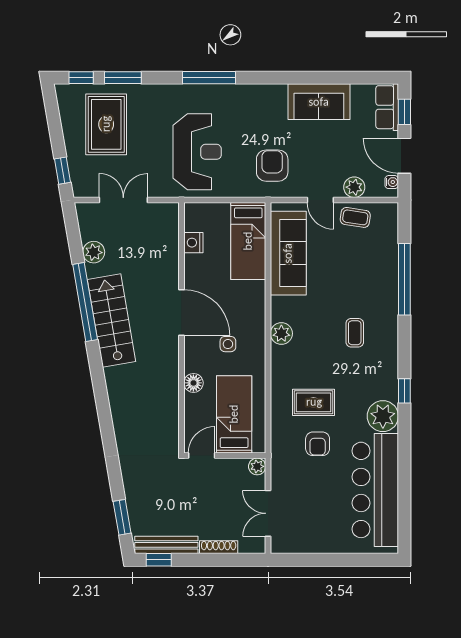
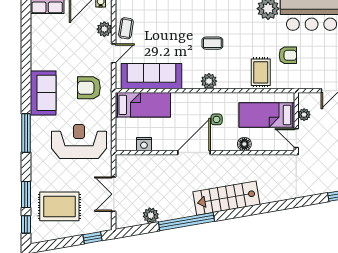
sofa: (319, 102) -> (43, 93), moved
stairs: (111, 320) -> (226, 198), moved
coffee table: (355, 333) -> (212, 43), moved
rug: (314, 402) -> (261, 72), moved
plant: (257, 466) -> (304, 115), moved

